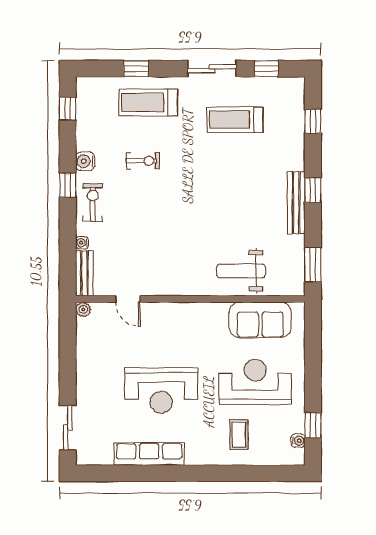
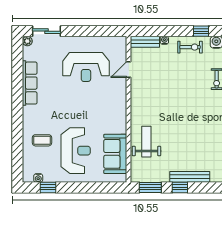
window: (313, 190) -> (180, 187), moved
plant: (83, 309) -> (27, 41), moved
reception desk: (161, 390) -> (86, 67), moved, turned -90

